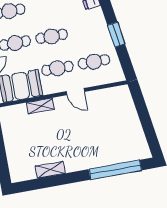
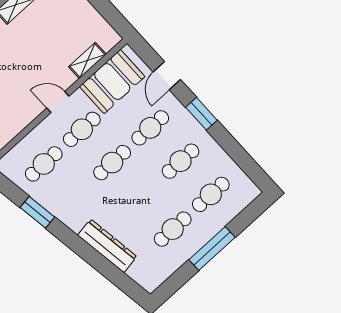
door: (75, 92) -> (58, 102), moved
shelving: (40, 106) -> (87, 61), moved

